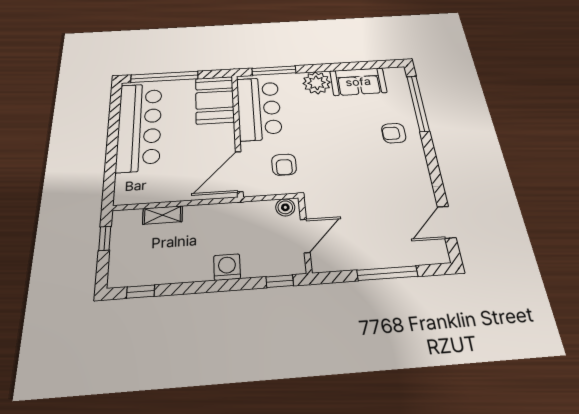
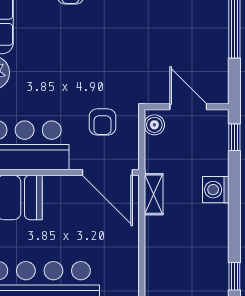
armchair: (284, 165) -> (102, 122), turned 90
shelving: (163, 215) -> (154, 194), moved

